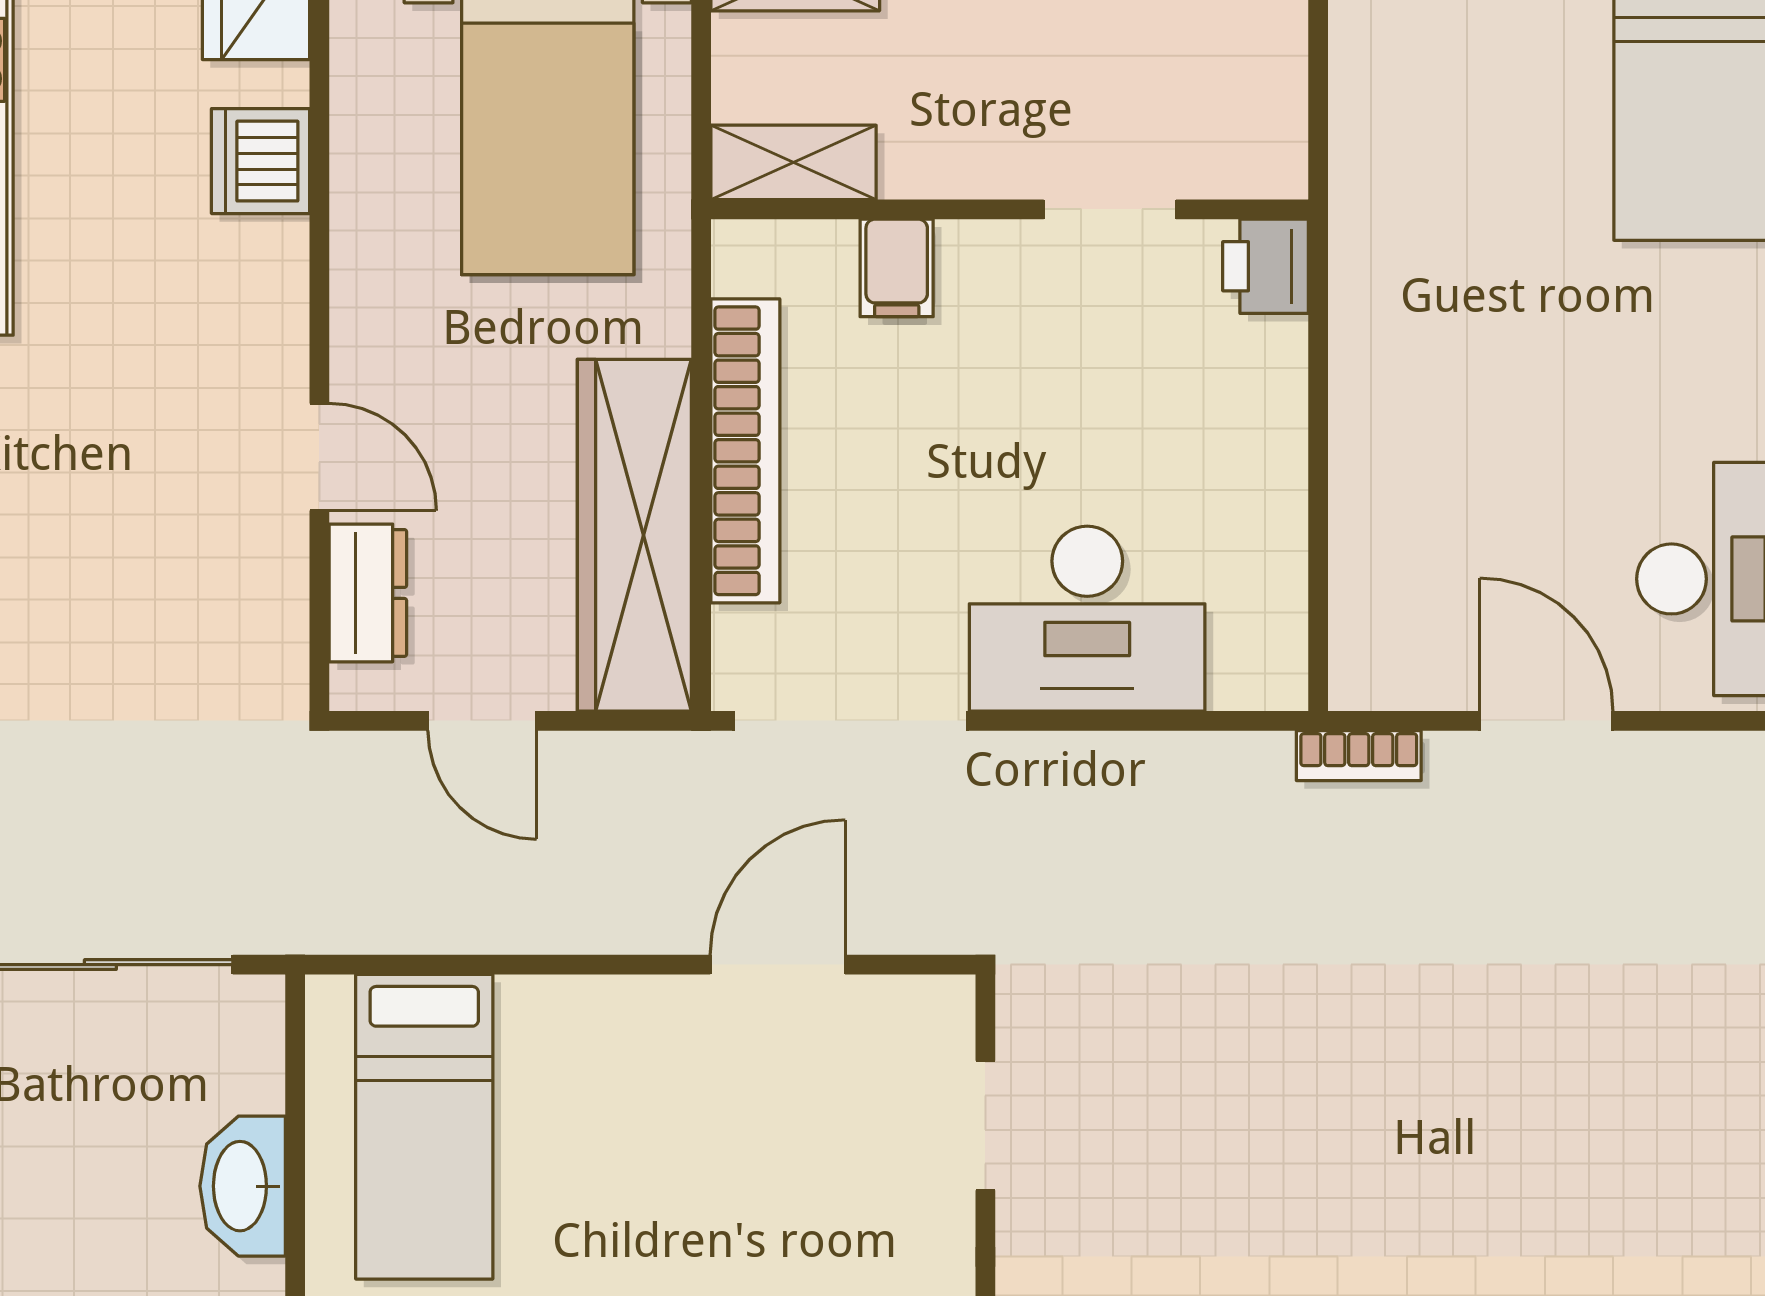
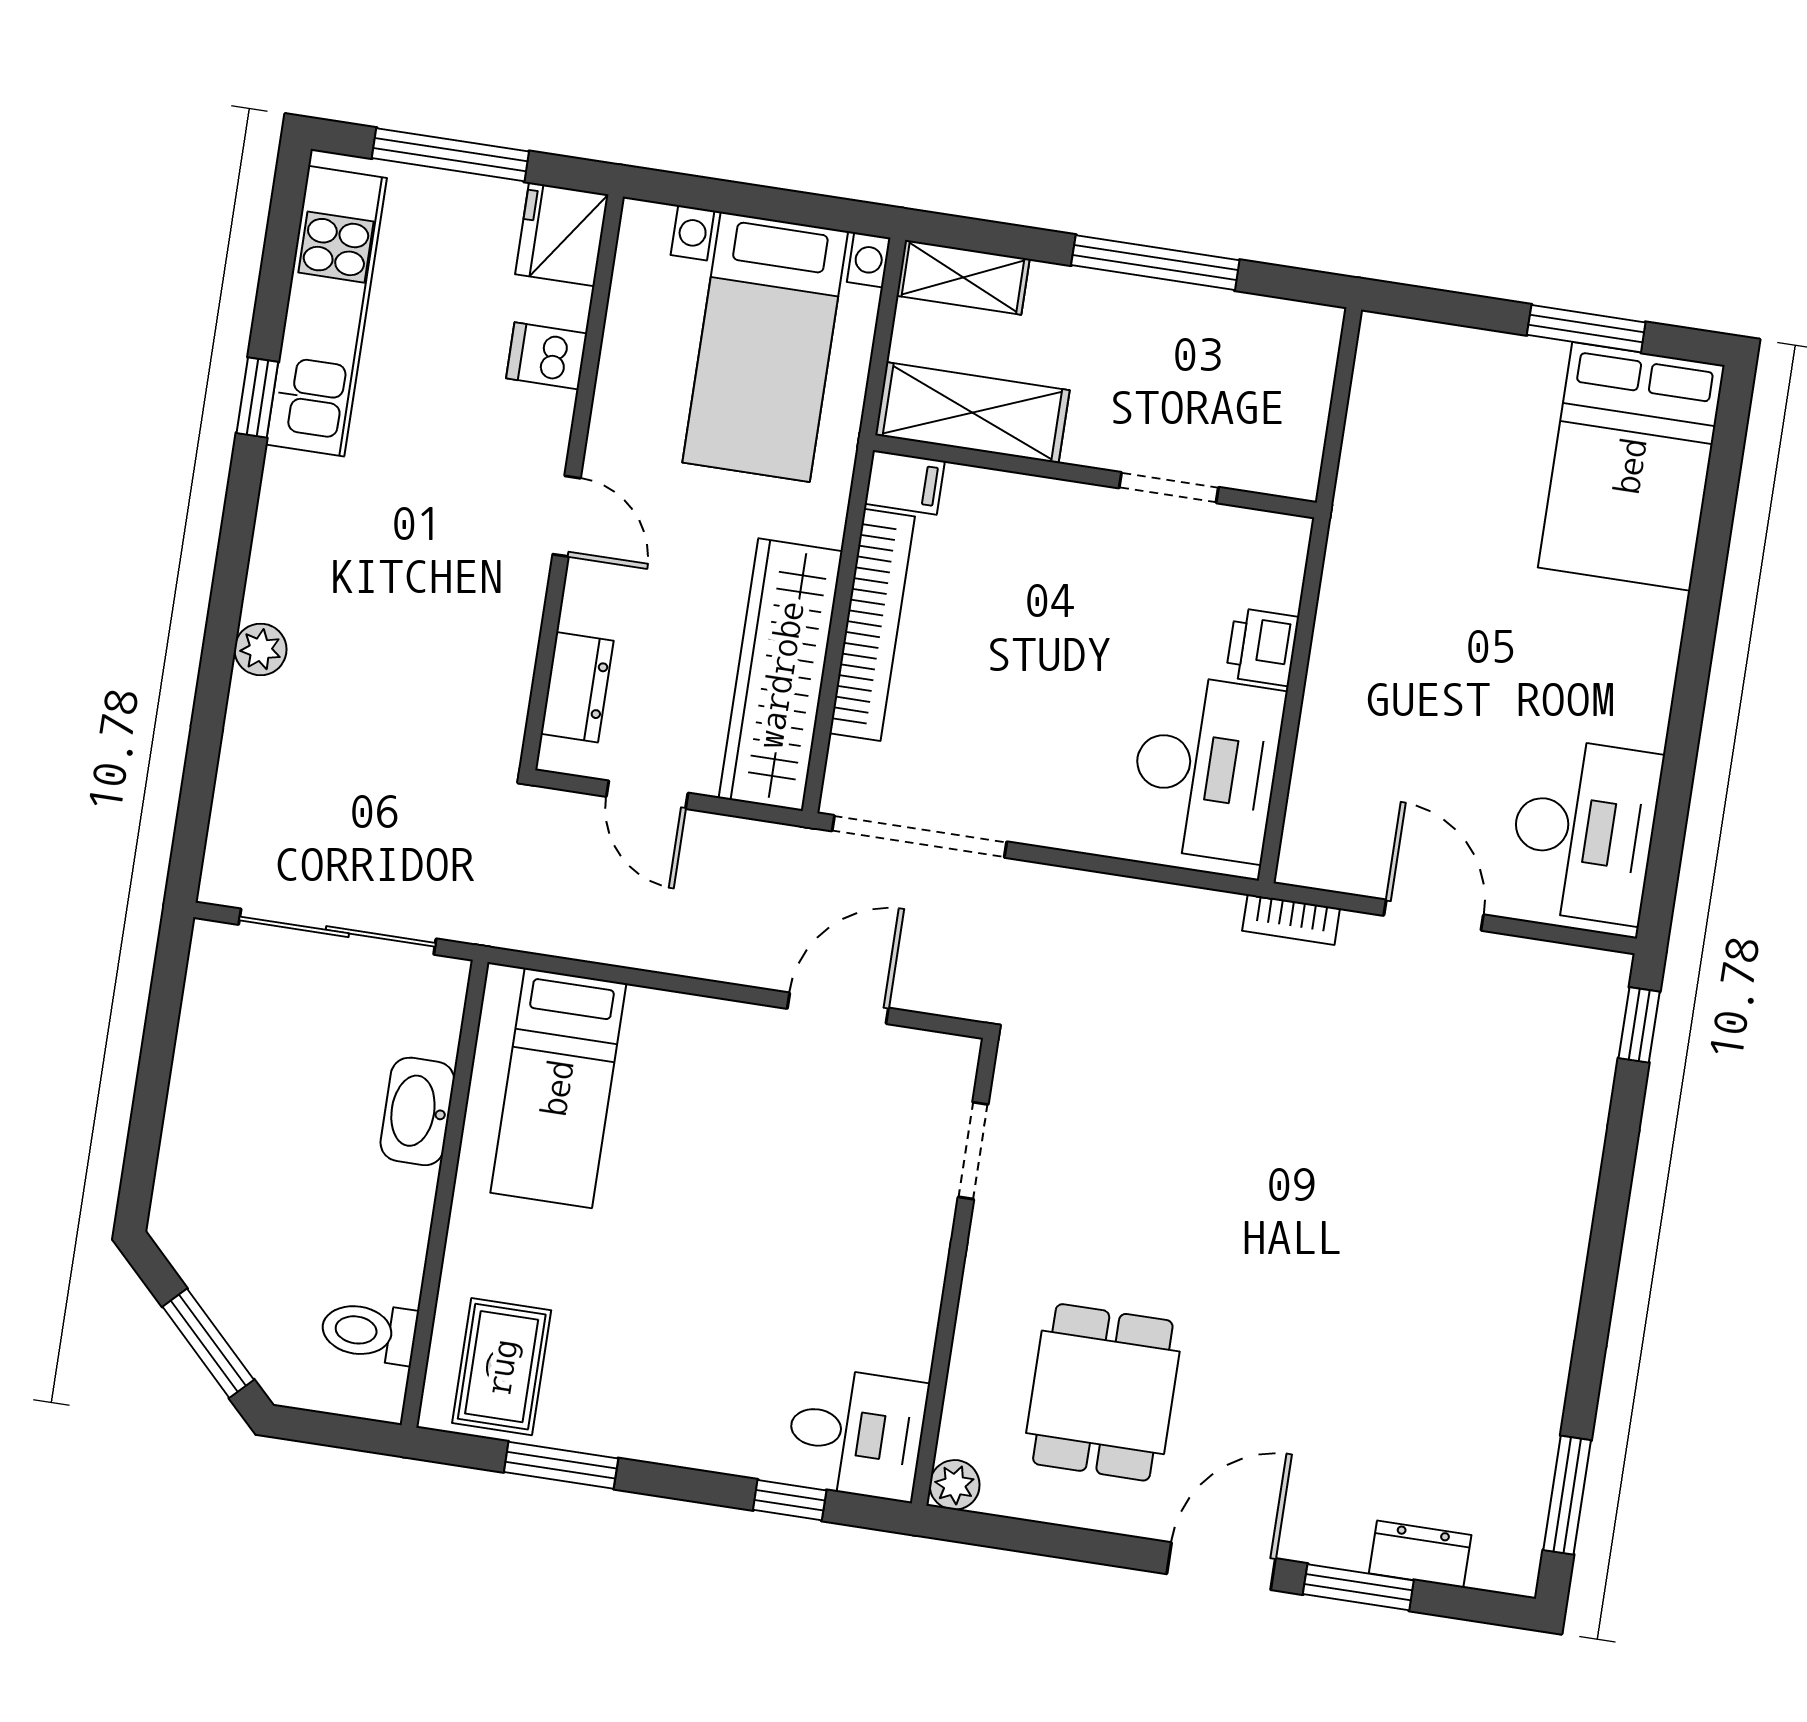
dishwasher: (261, 161) -> (547, 356), width x0.73
shelving: (794, 162) -> (972, 413), width x1.50, depth x1.33
printer: (1266, 266) -> (1262, 647), moved
filing cabinet: (897, 268) -> (905, 482), moved, turned -90
door: (319, 457) -> (567, 516), moved
desk: (1087, 619) -> (1206, 768), moved, turned -90

